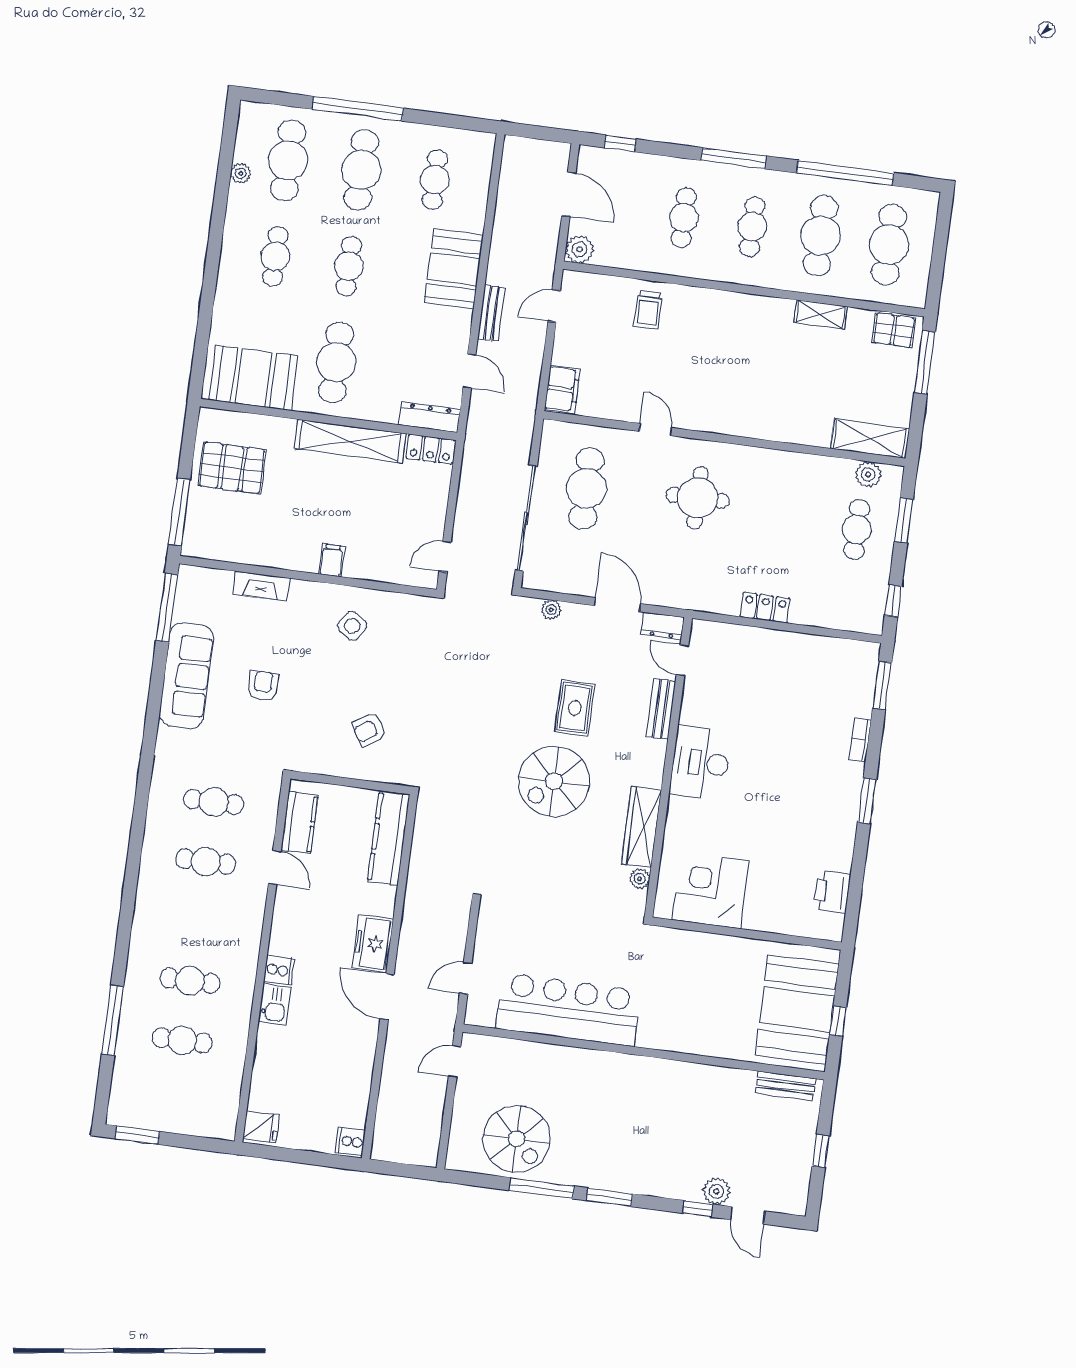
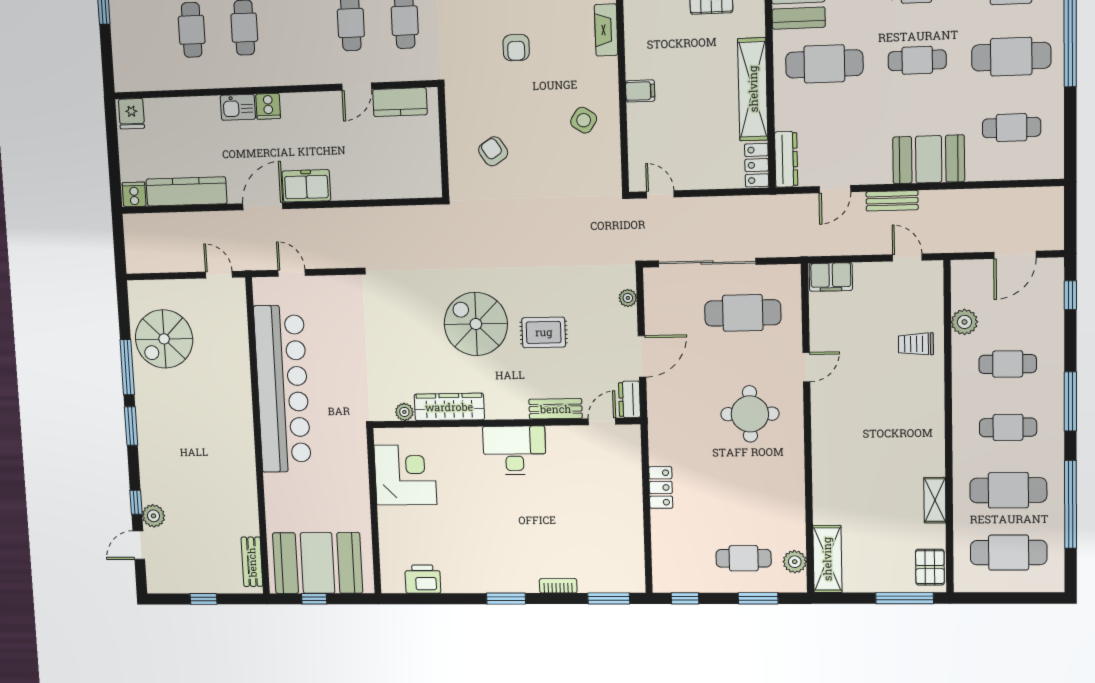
plant: (579, 249) -> (964, 322), moved
armchair: (263, 686) -> (516, 48), turned 90
kitchen counter: (389, 838) -> (186, 191), moved
bar counter: (568, 1010) -> (282, 389), width x1.36

